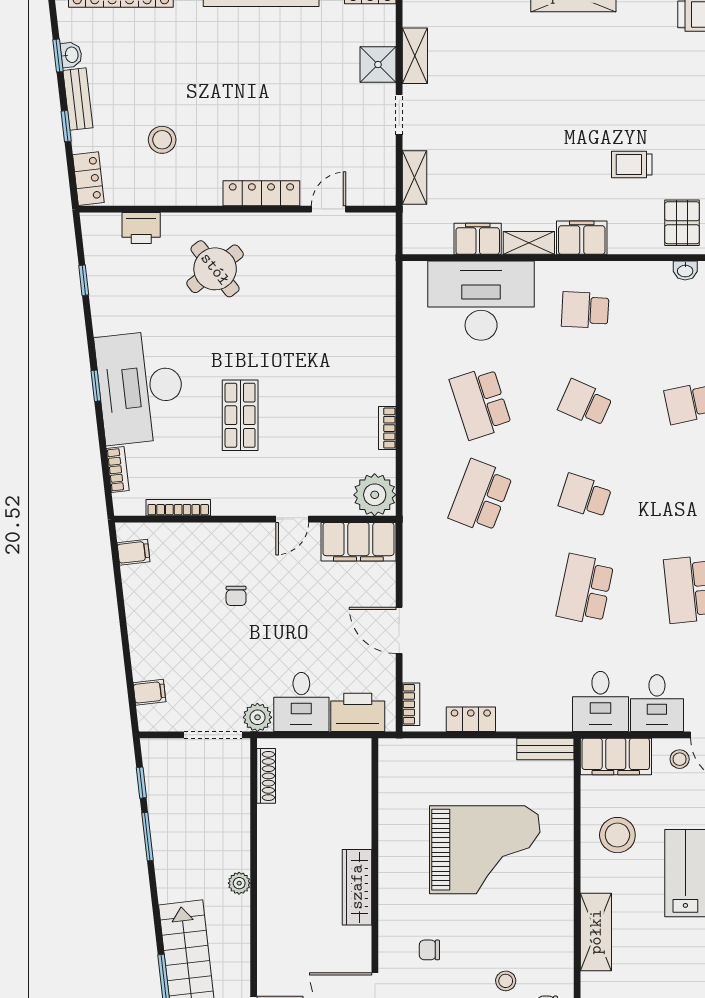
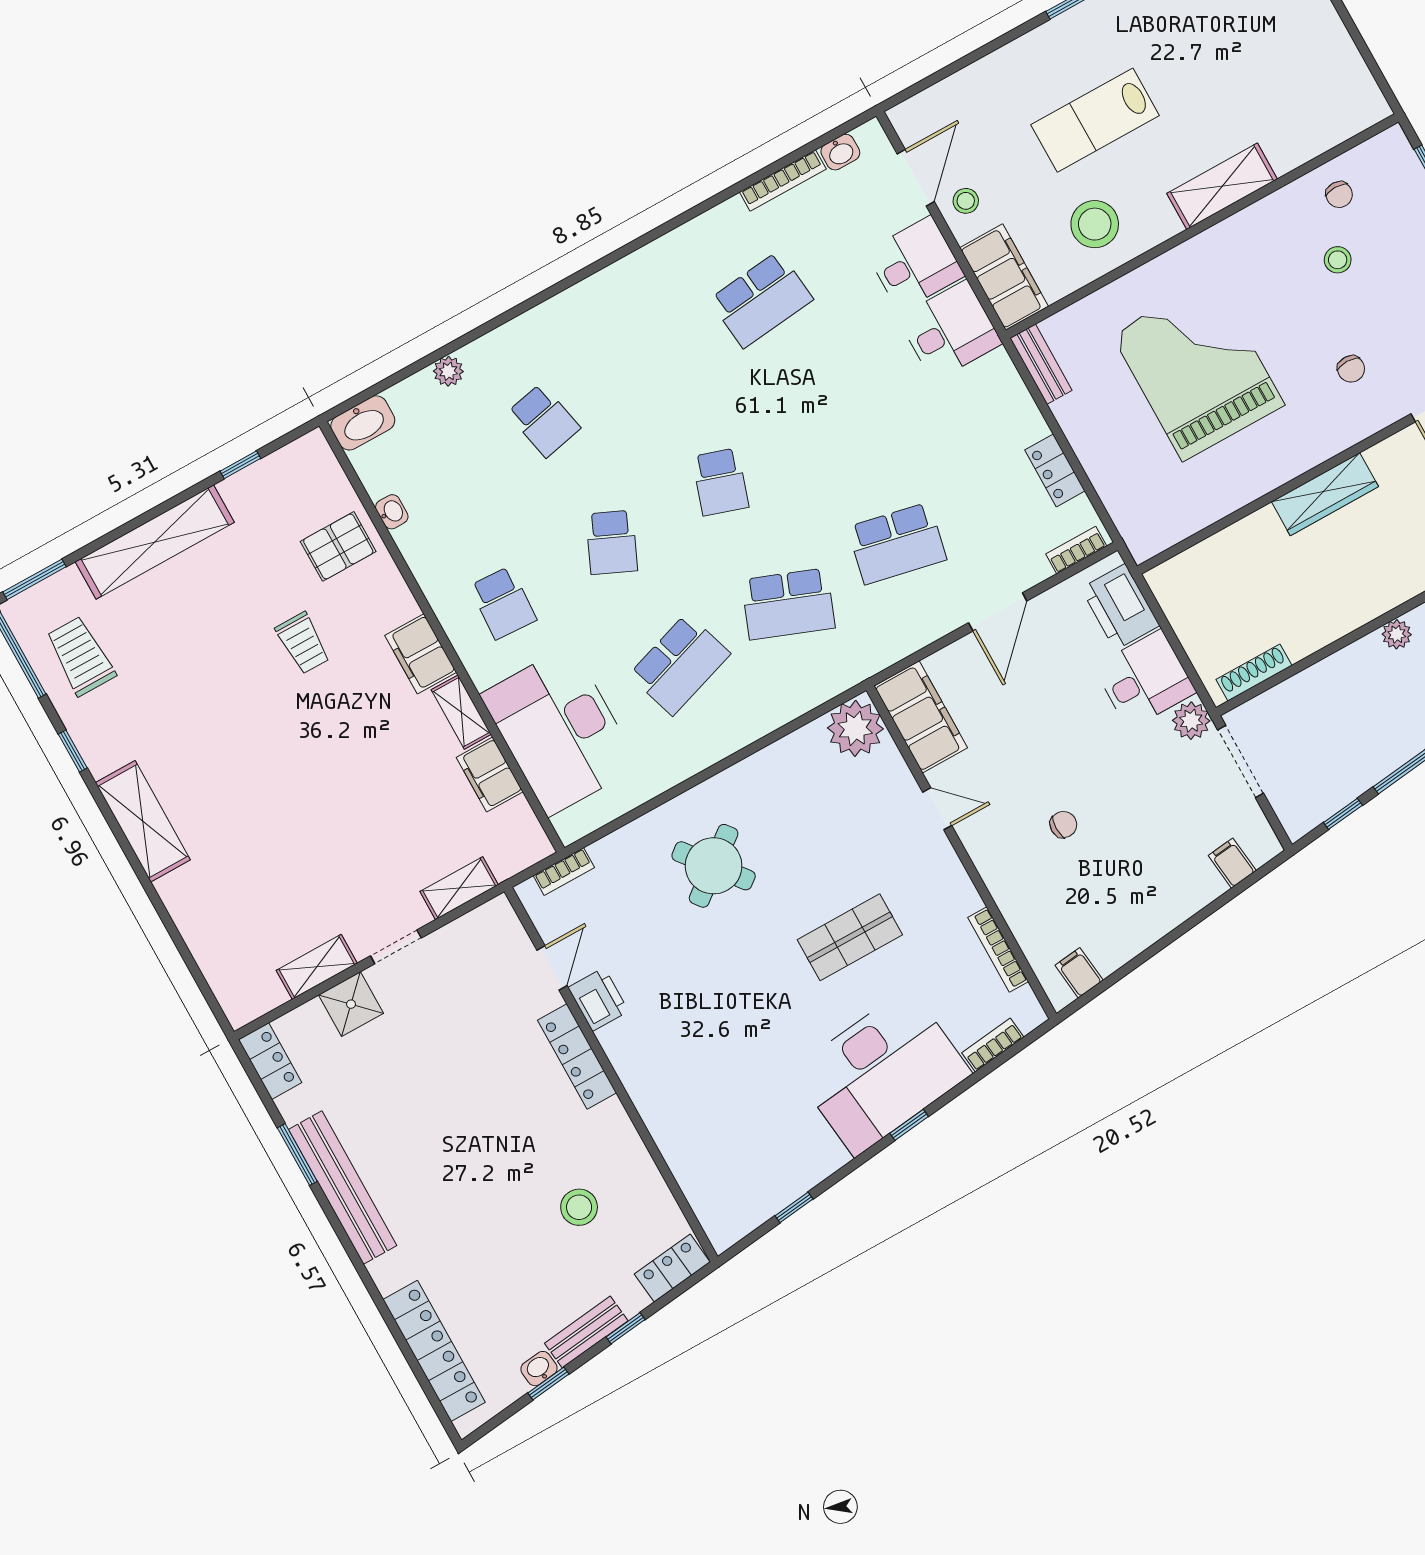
door: (329, 209) -> (552, 968), swing flipped
printer: (141, 228) -> (598, 999), moved
round table: (215, 269) -> (714, 866), moved
bookcase: (387, 428) -> (564, 872), moved
school desk: (585, 589) -> (897, 543), moved

